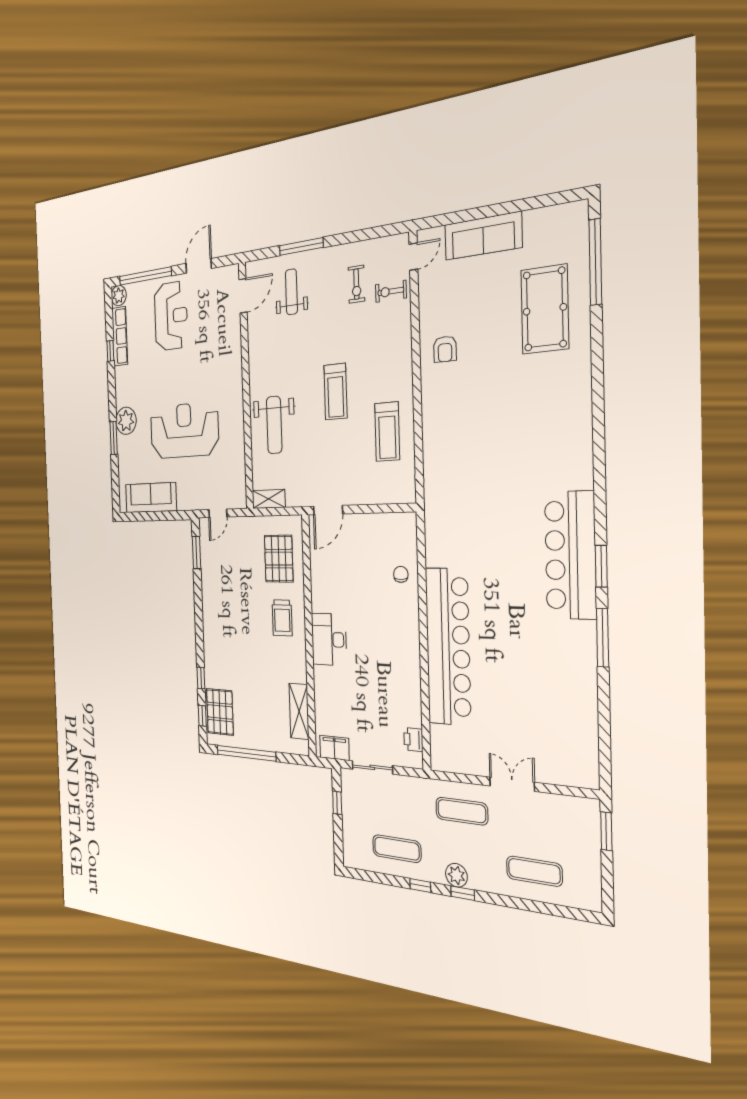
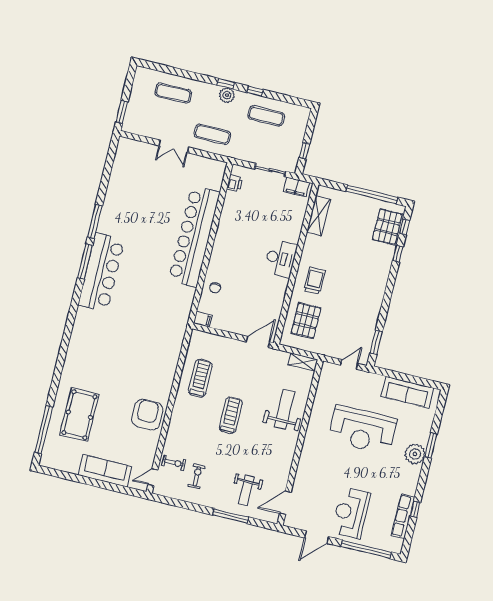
plant: (119, 296) -> (395, 545), removed
armchair: (445, 349) -> (147, 415), width x1.88, depth x1.88
filing cabinet: (406, 521) -> (203, 319), added
window: (601, 566) -> (85, 261), width x1.44

